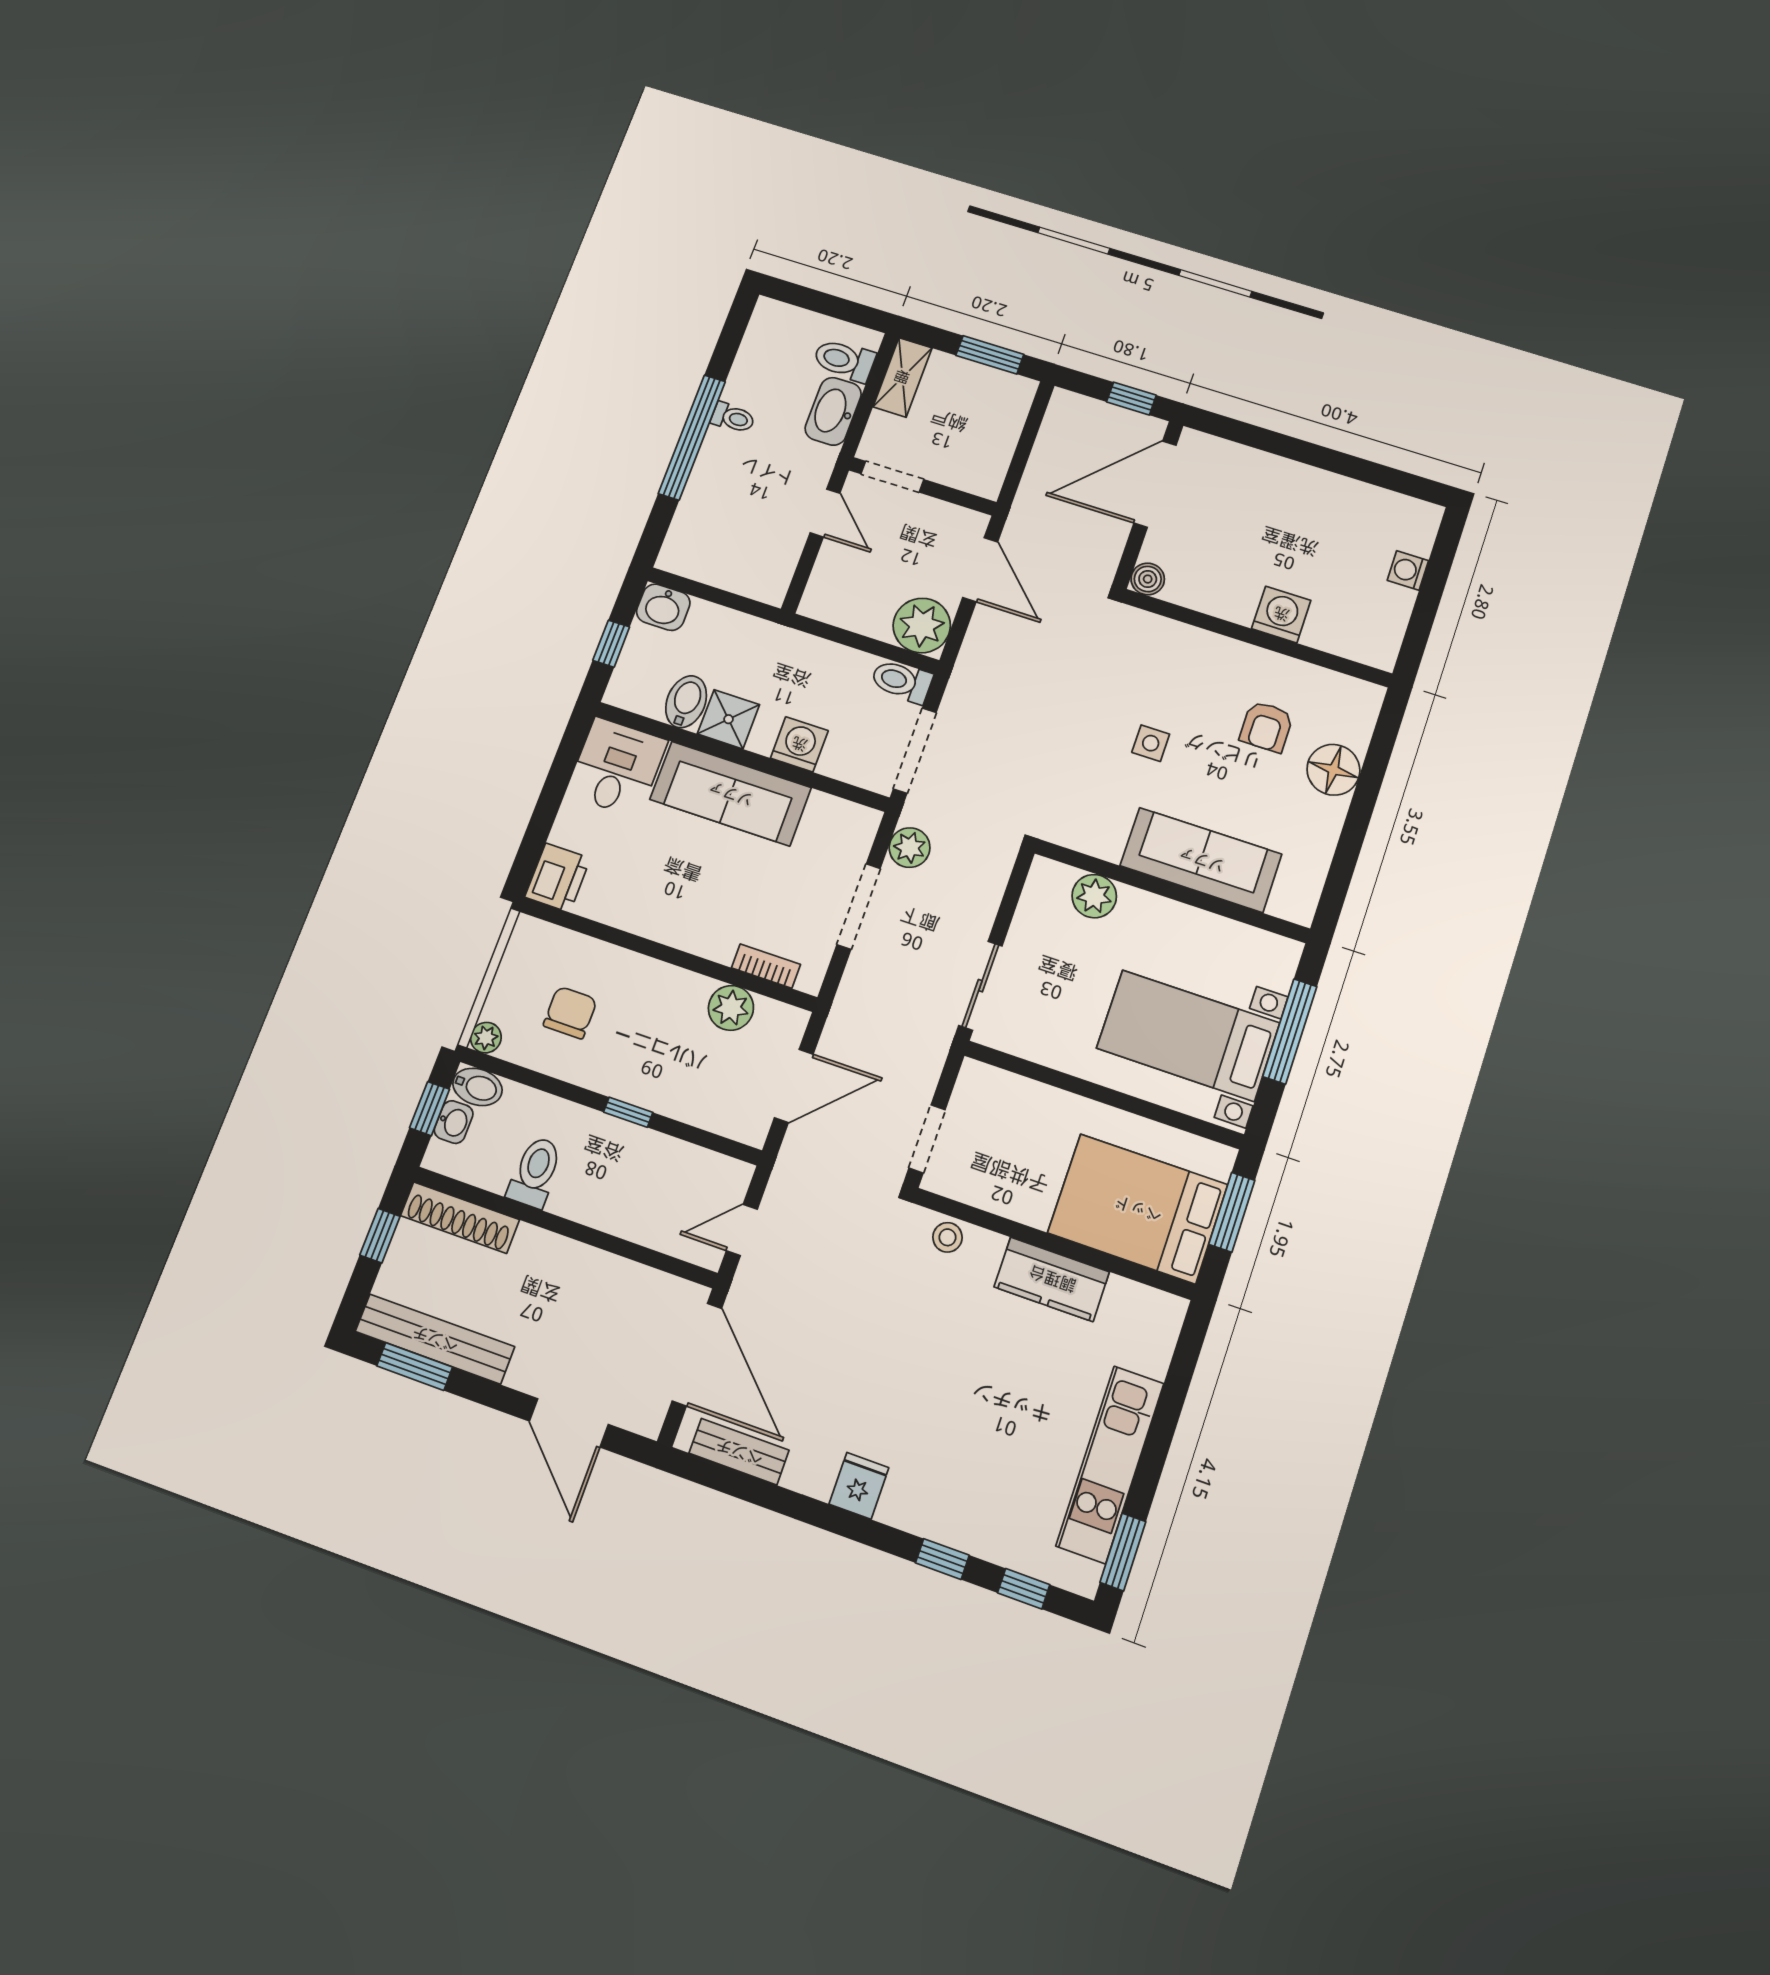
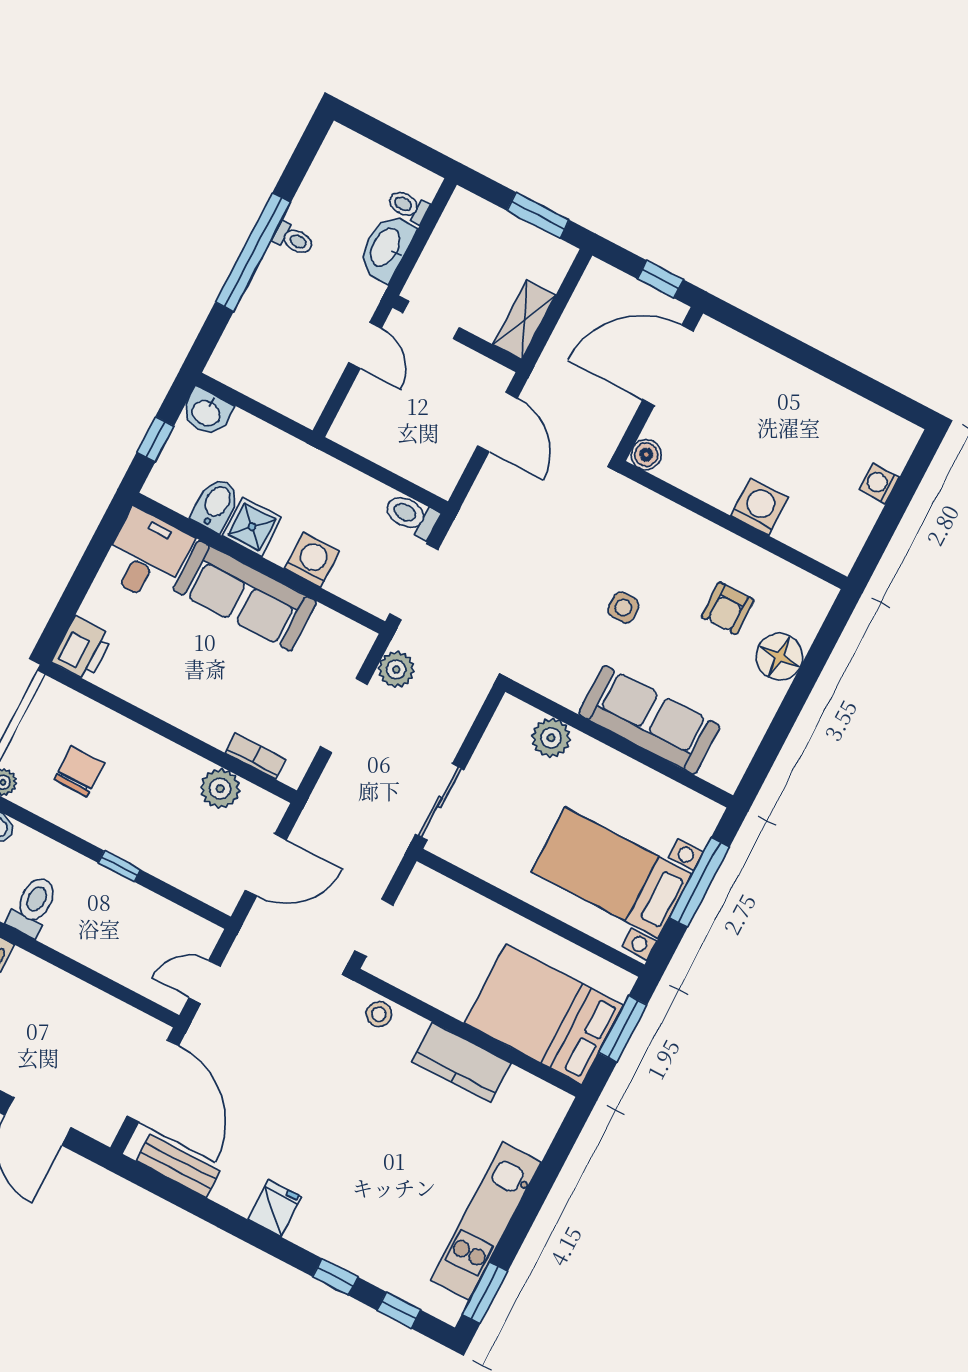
toilet: (844, 360) -> (408, 206), width x0.73, depth x0.72
shelving: (902, 377) -> (524, 320), moved
plant: (922, 625) -> (437, 466), removed

